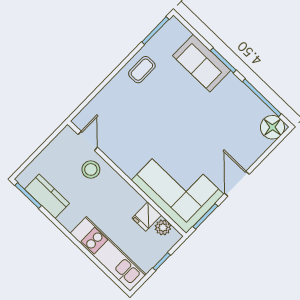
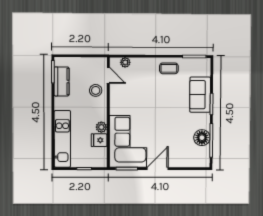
plant: (91, 110) -> (125, 62), added
floor lamp: (272, 127) -> (202, 138), moved
door: (88, 141) -> (108, 75), hinge flipped
plant: (163, 227) -> (101, 127), moved

